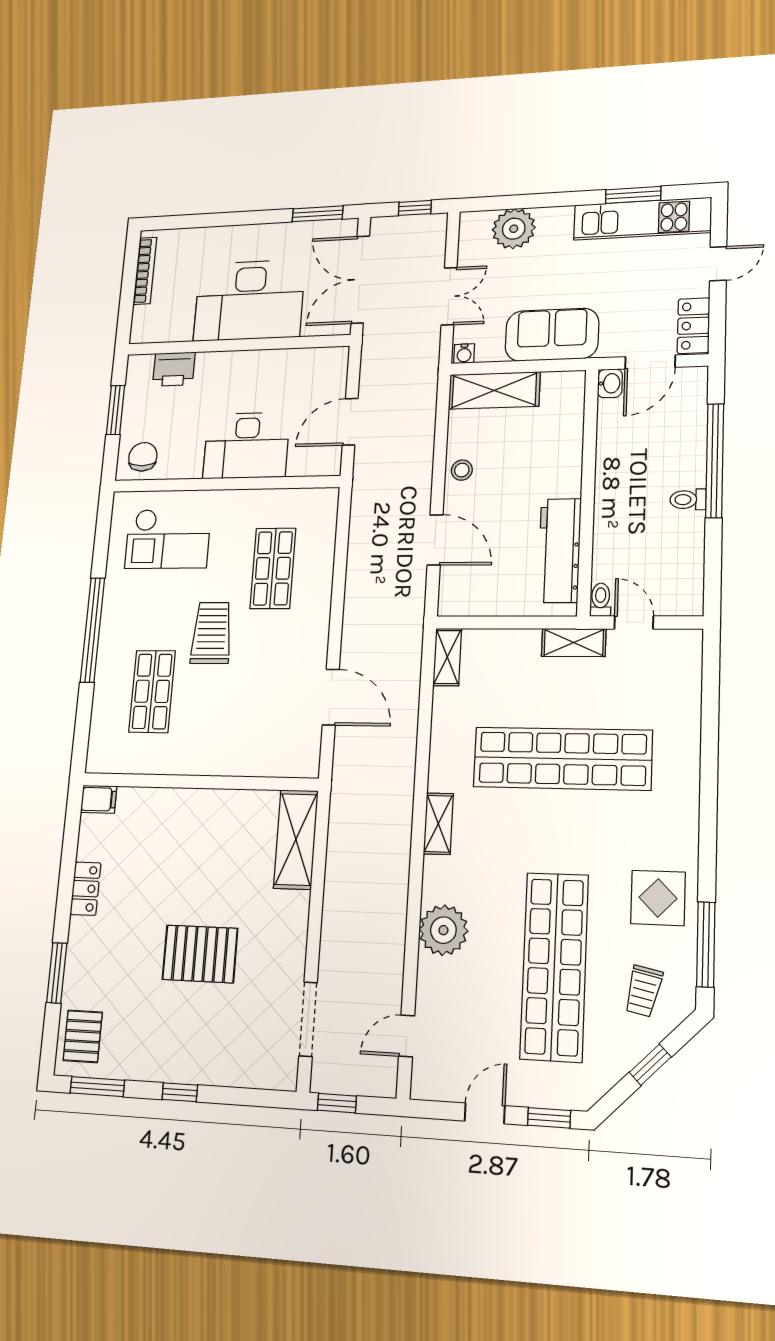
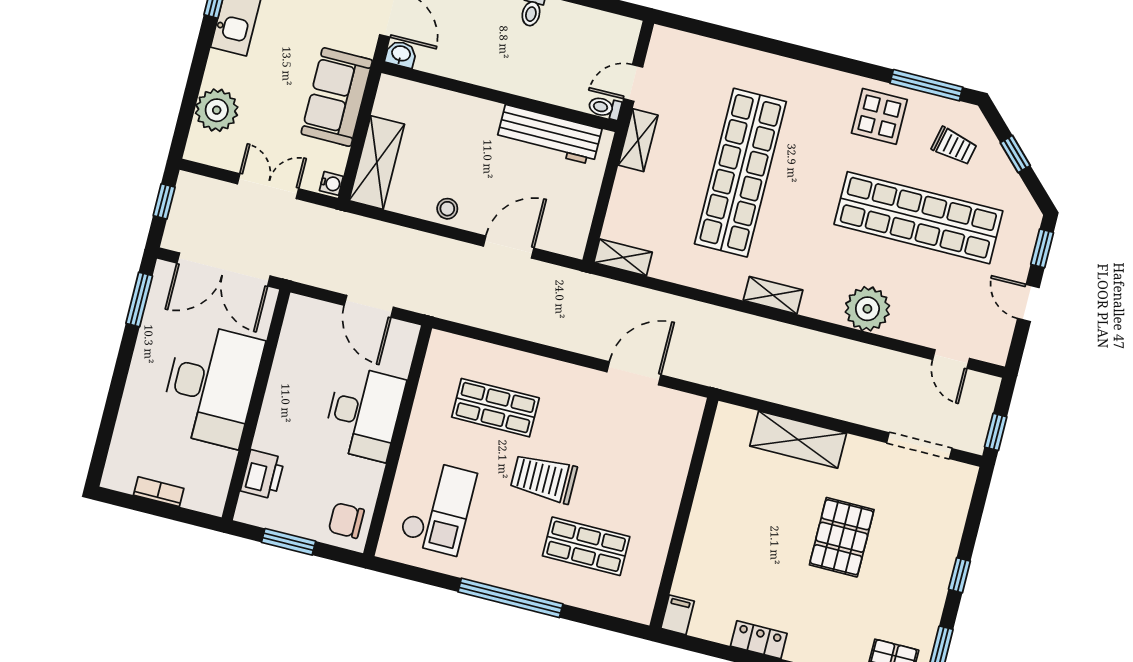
bookcase: (145, 271) -> (159, 492), width x0.64
shelving: (296, 839) -> (798, 440), moved

